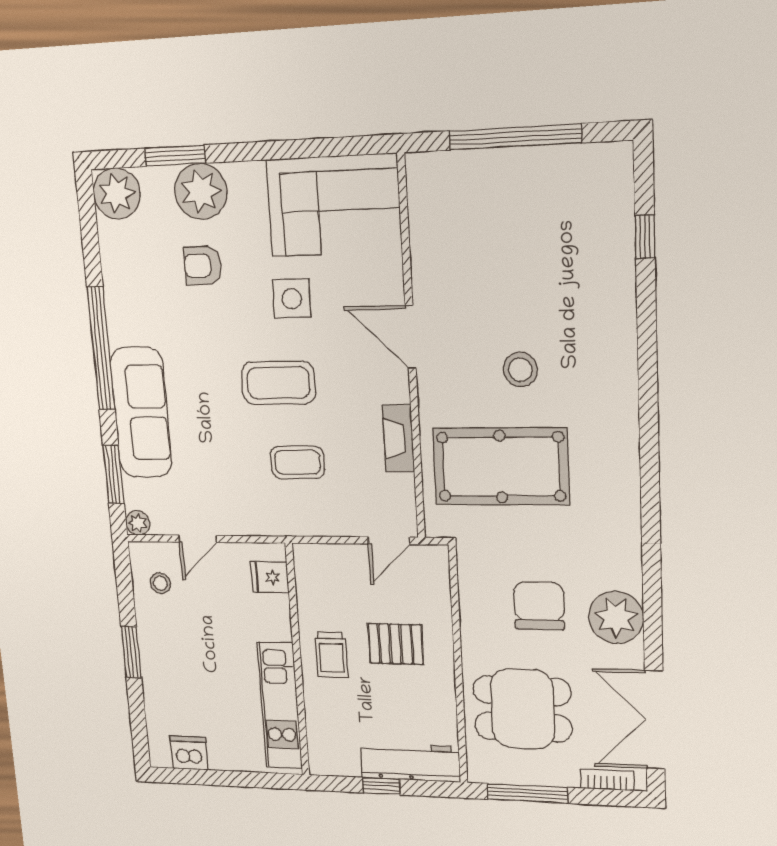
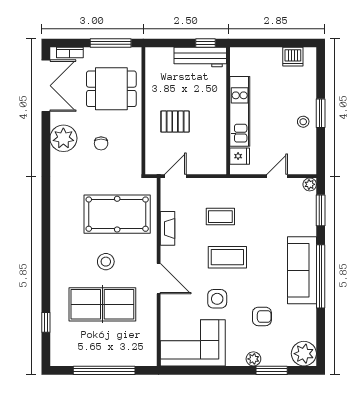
plant: (201, 191) -> (253, 359), width x0.53, depth x0.53
table tennis table: (524, 280) -> (102, 304), added
sofa: (141, 413) -> (302, 270), moved
stool: (160, 583) -> (303, 122), moved
chair: (539, 606) -> (101, 143), width x0.54, depth x0.54
trolley: (331, 655) -> (210, 115), removed
kitchen unit: (280, 706) -> (240, 111), moved
workbench: (410, 762) -> (200, 57), moved
window: (382, 786) -> (205, 43), moved

